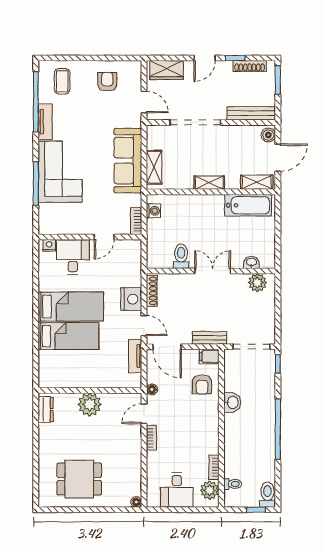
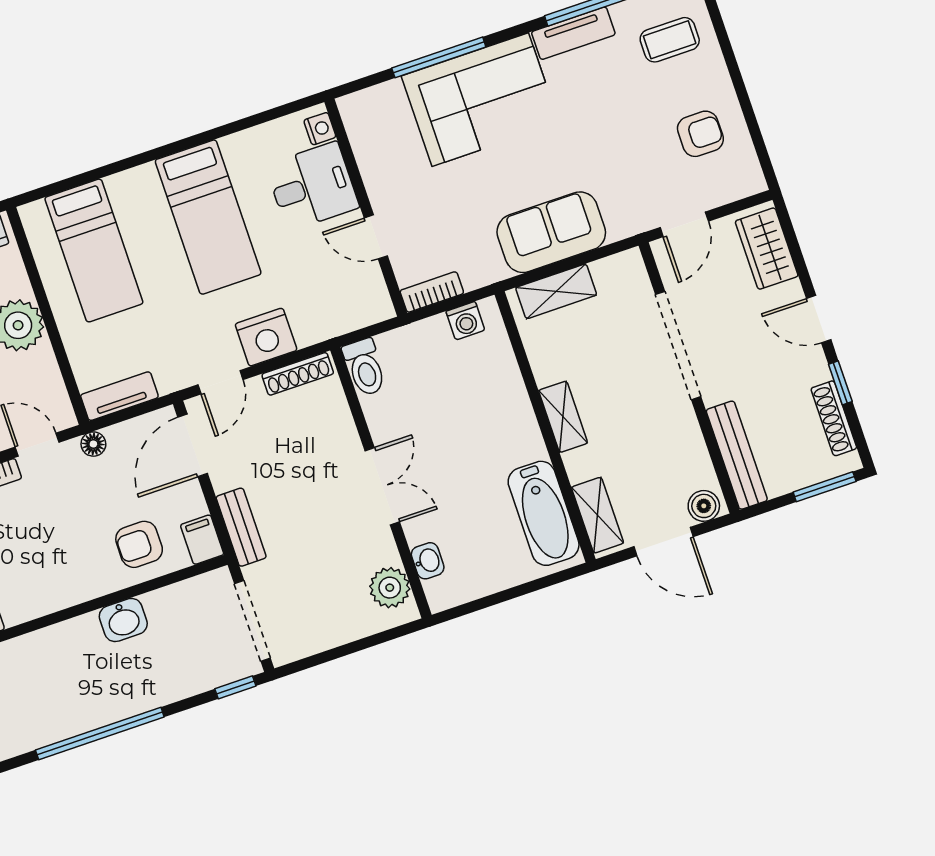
sofa: (128, 161) -> (551, 232), width x0.73
toilet: (181, 256) -> (365, 367), moved, turned 90
bed: (68, 336) -> (94, 250), moved
tv unit: (135, 356) -> (119, 396), moved

